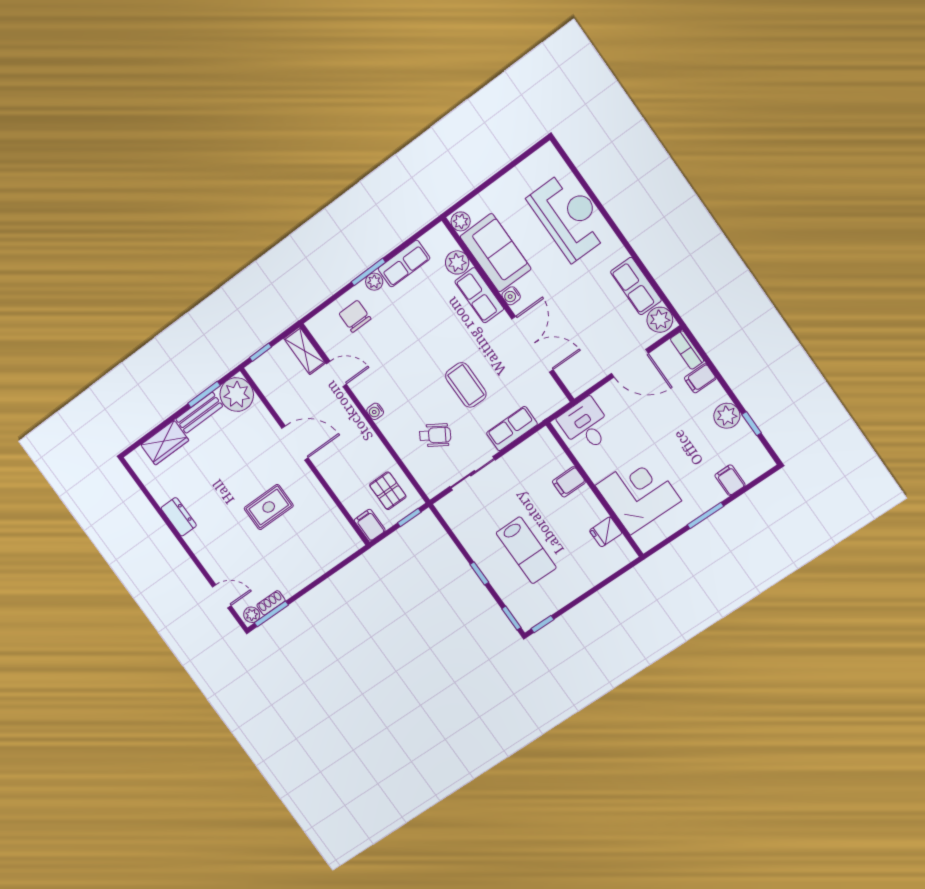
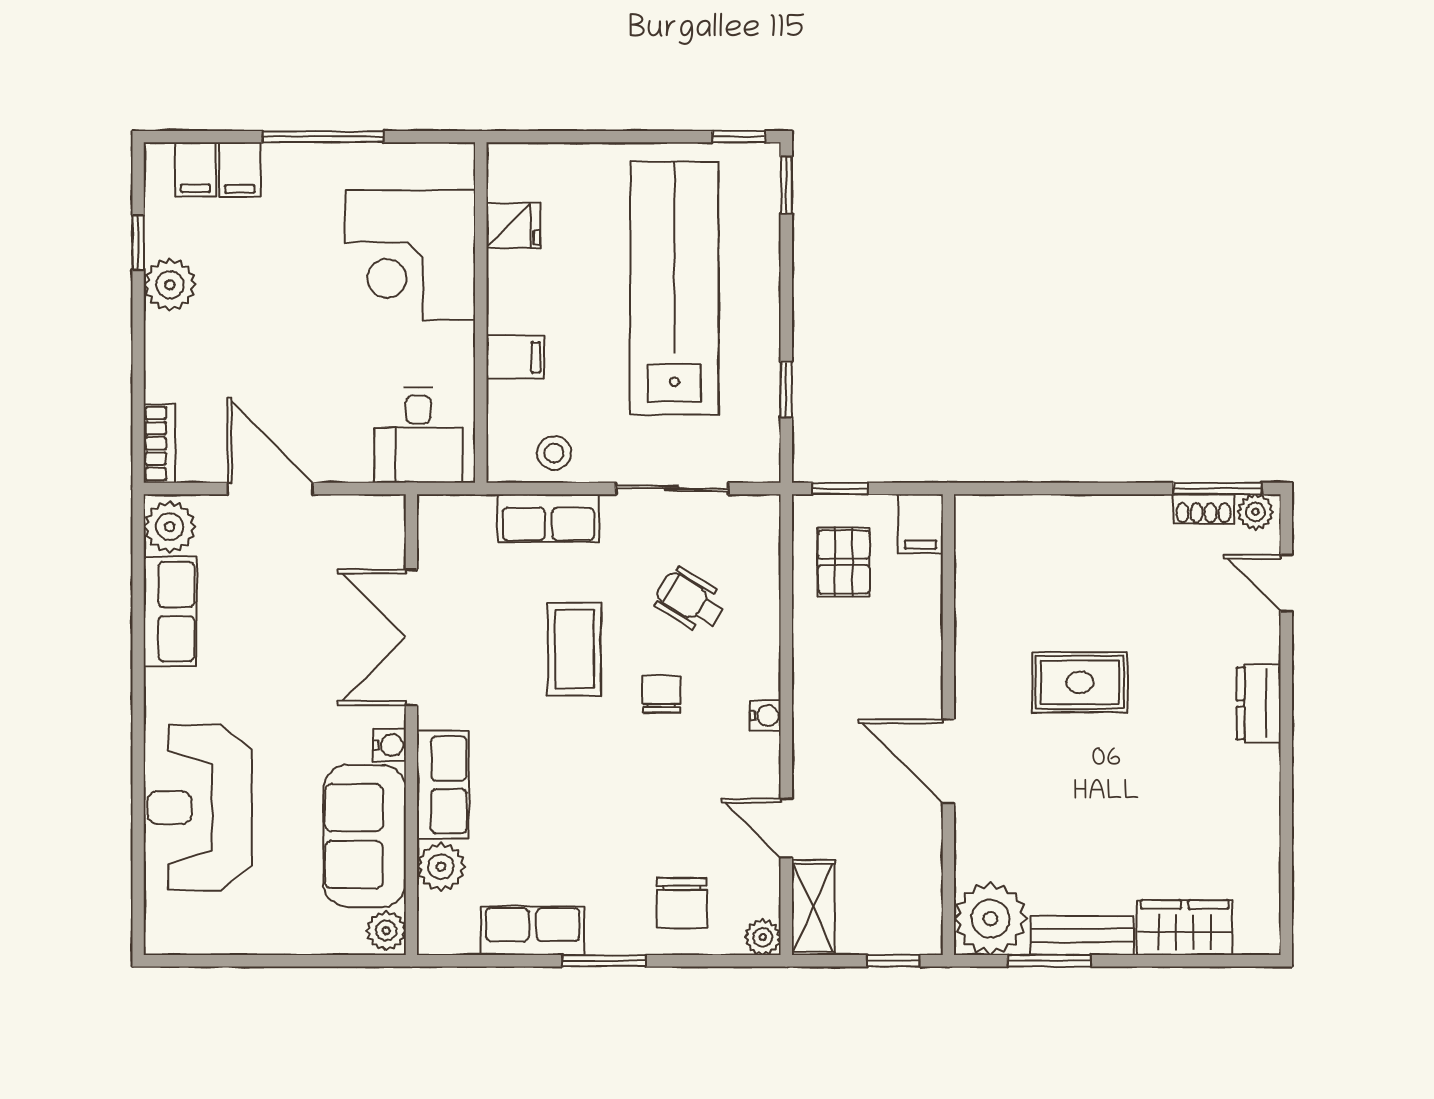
plant: (374, 282) -> (763, 937), moved
filing cabinet: (700, 378) -> (195, 169), moved, turned 90
chair: (420, 391) -> (662, 694), added
stool: (528, 455) -> (554, 453), added
window: (705, 516) -> (323, 137), width x1.44
dresser: (179, 517) -> (1259, 703), moved
lab bench: (526, 550) -> (674, 288), width x1.86, depth x1.39
window: (479, 573) -> (786, 390), moved

